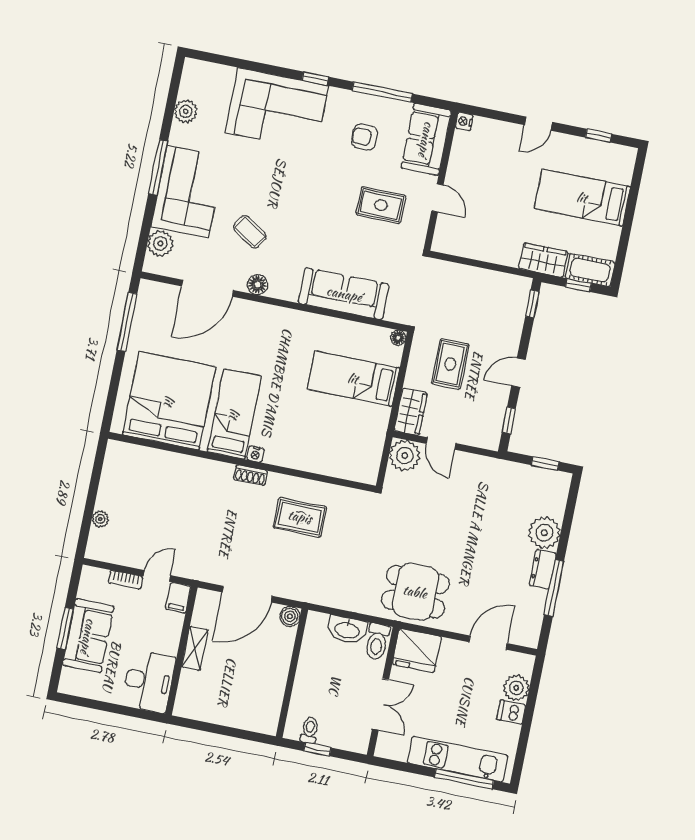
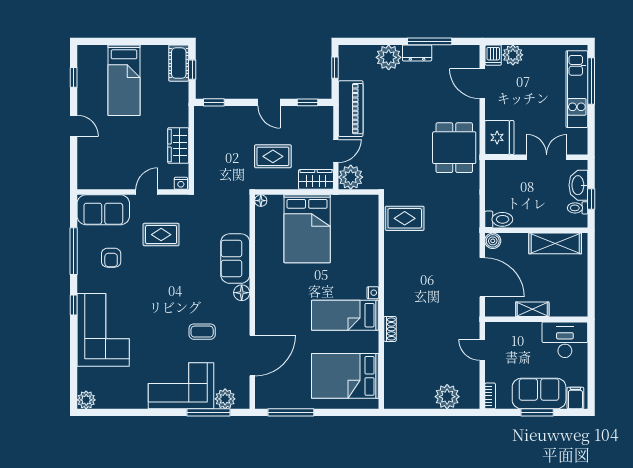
plant: (186, 111) -> (86, 400), moved
nightstand: (464, 121) -> (181, 183), moved
window: (158, 167) -> (209, 412), moved
rug: (381, 205) -> (161, 235), turned 90
coffee table: (250, 232) -> (202, 332), turned 57
wardrobe: (543, 260) -> (178, 145), moved
floor lamp: (258, 285) -> (242, 293), moved
door: (208, 288) -> (252, 355), hinge flipped
sofa: (344, 294) -> (235, 259), width x0.73
bed: (353, 379) -> (307, 229), width x1.50
bed: (169, 401) -> (345, 376), width x0.73
piano: (490, 473) -> (351, 109), added
shoe rack: (250, 475) -> (390, 329), moved
rug: (300, 517) -> (405, 218), moved, turned 90
plant: (100, 519) -> (447, 397), width x1.88, depth x1.88
bookcase: (126, 580) -> (490, 396), moved
filing cabinet: (178, 598) -> (575, 398), moved, turned -90
washbasin: (347, 630) -> (578, 185), moved, turned 180
toilet: (377, 642) -> (499, 219), moved
shelving: (271, 693) -> (555, 243), added
dishwasher: (511, 712) -> (493, 55), moved

